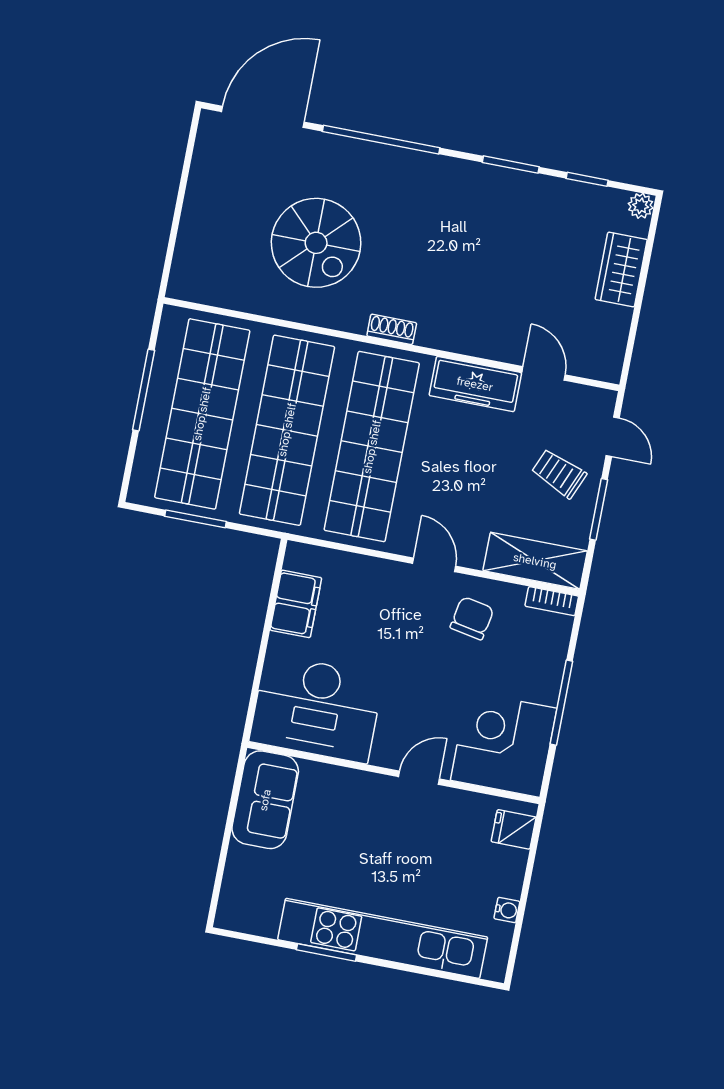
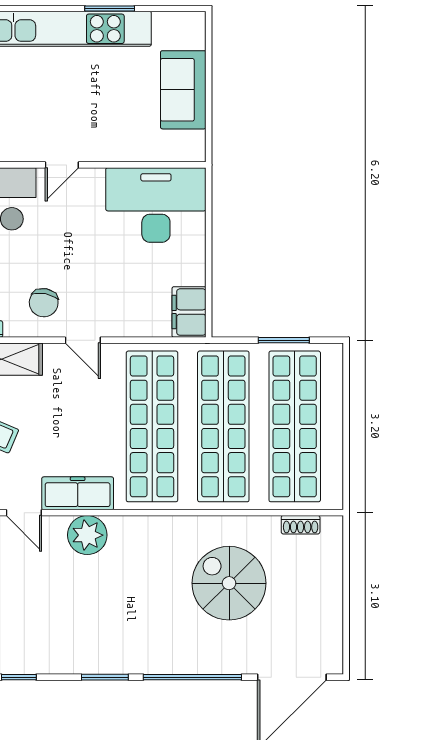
window: (511, 165) -> (105, 677), moved
shoe rack: (392, 329) -> (301, 525), moved
plant: (473, 332) -> (87, 535), added
window: (144, 390) -> (346, 437), removed
filing cabinet: (296, 604) -> (189, 312), moved
sofa: (265, 800) -> (183, 90), moved

